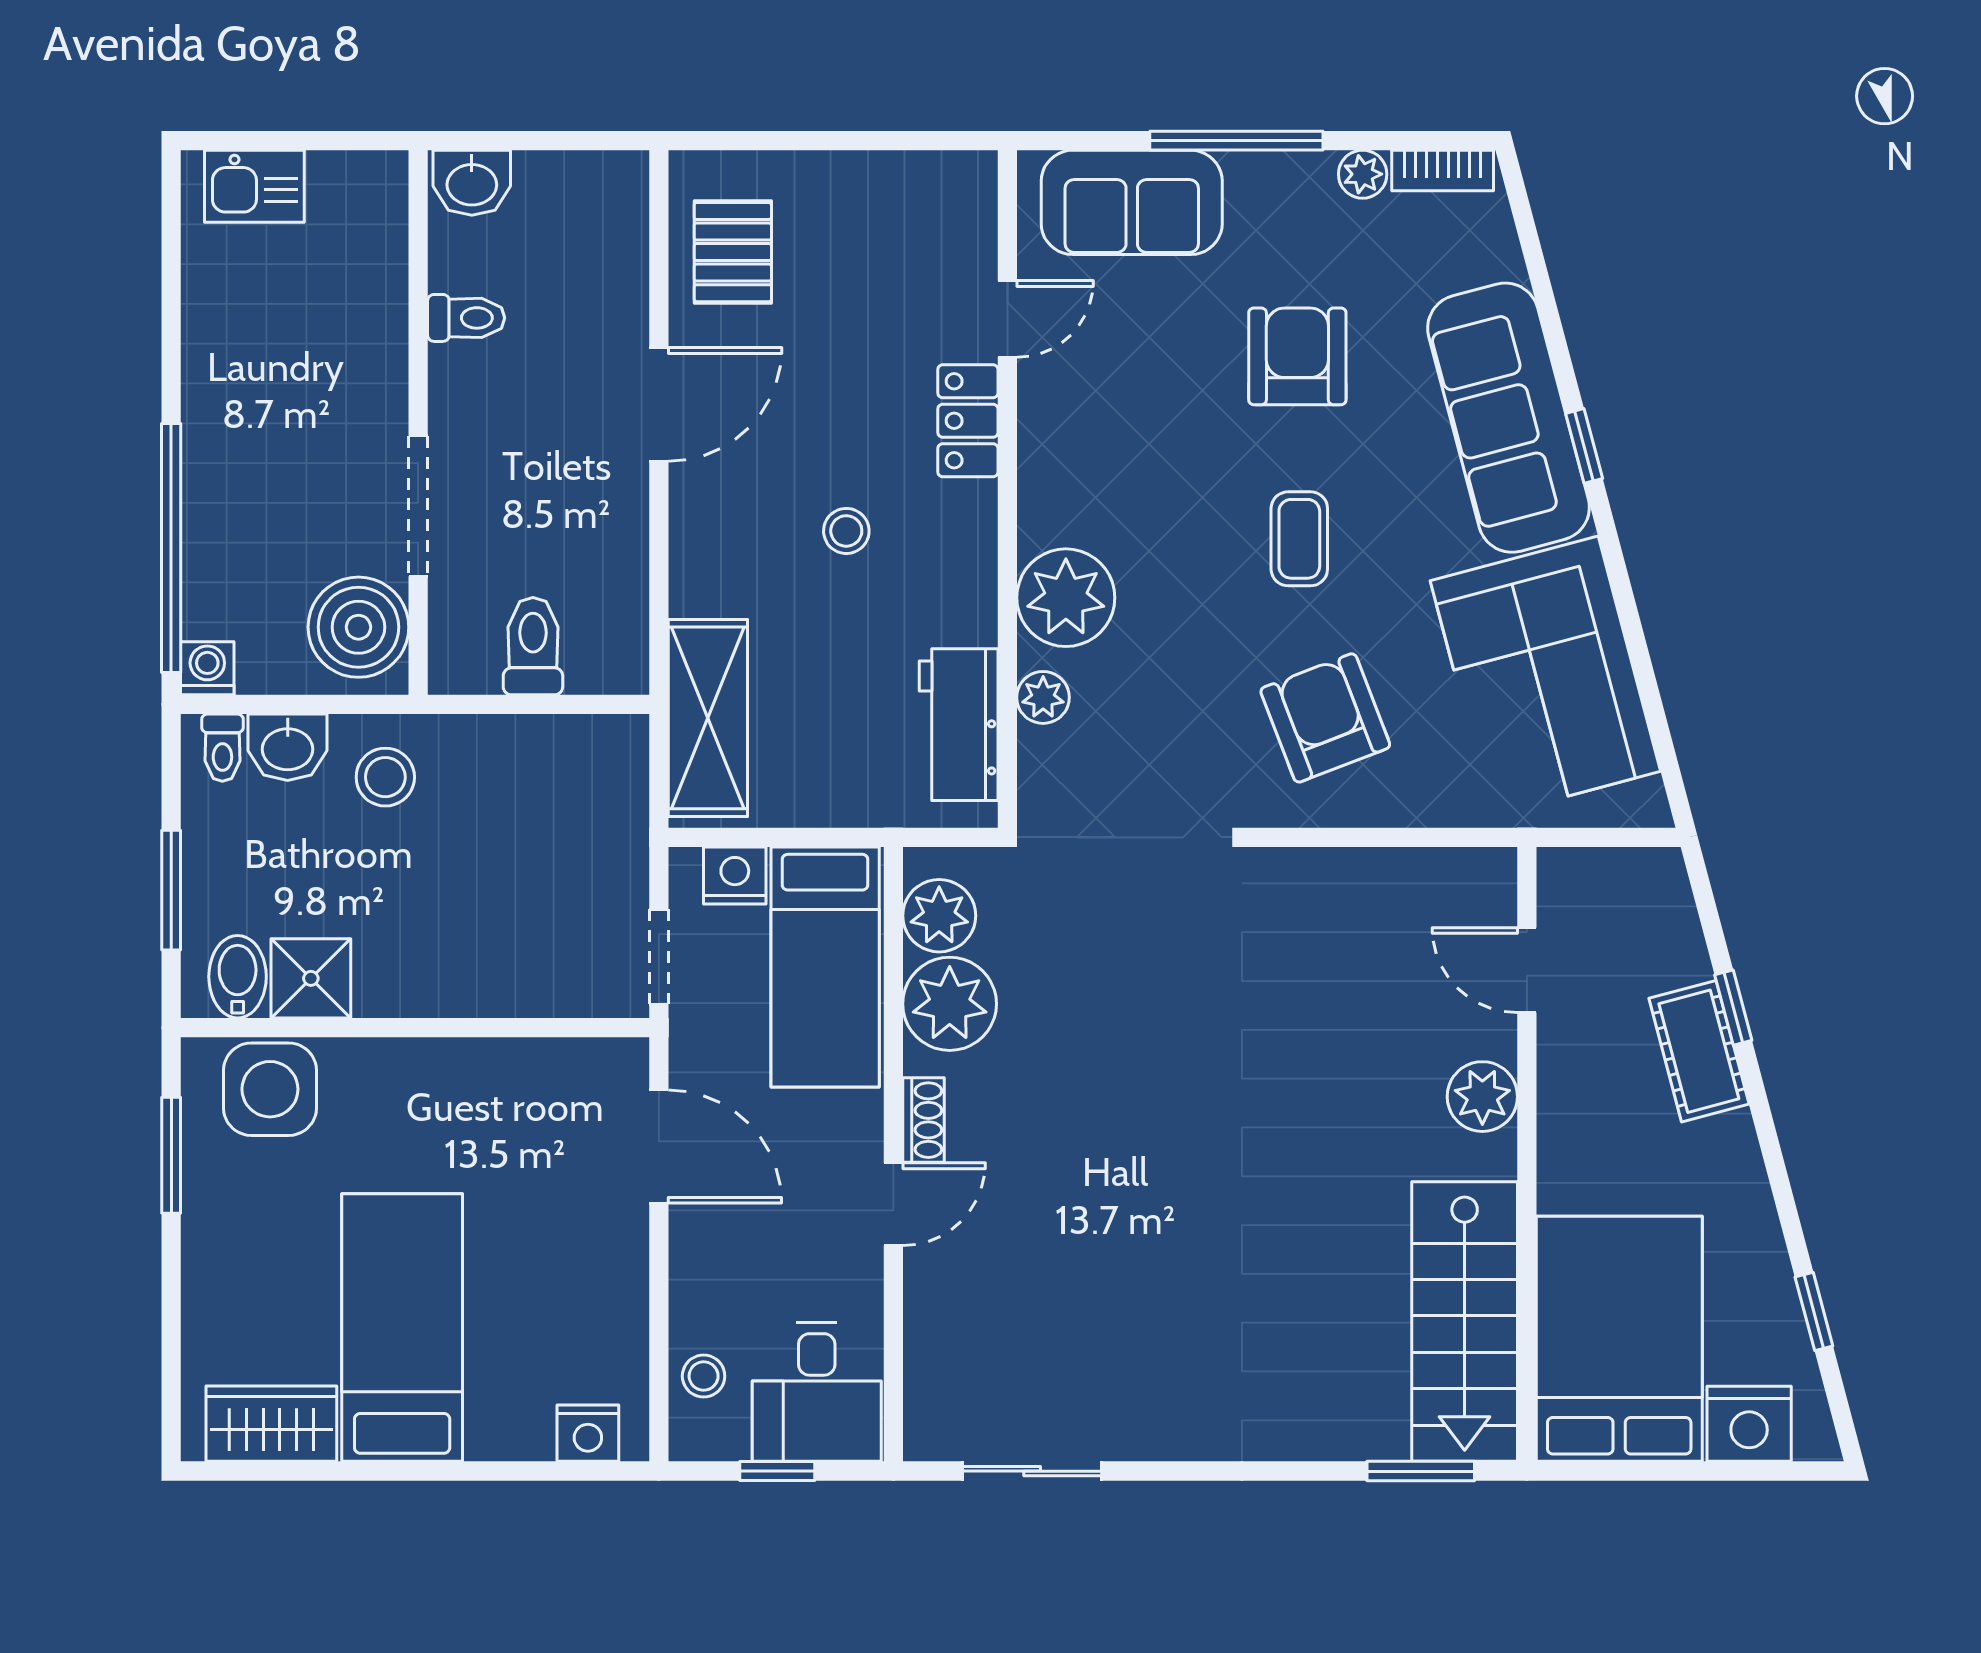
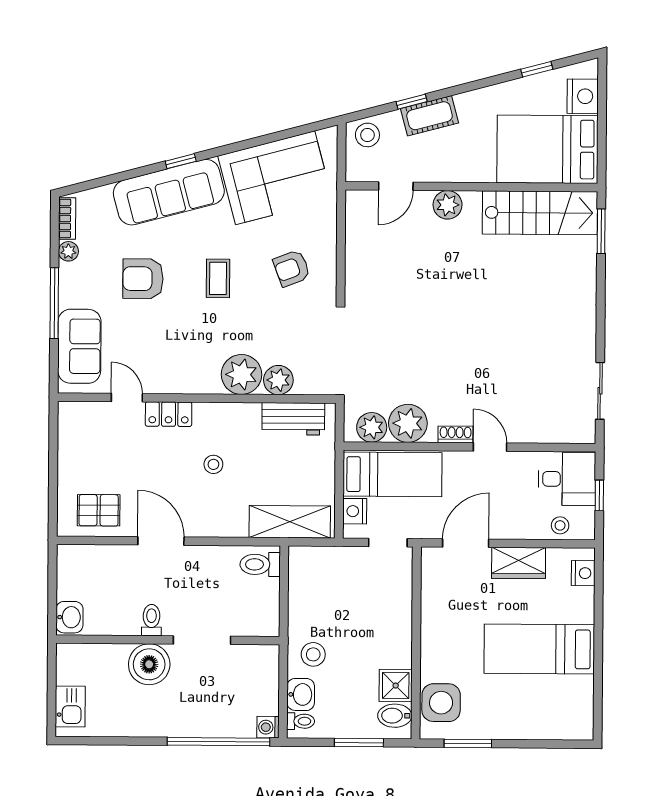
toilet: (466, 318) -> (151, 620), moved
coffee table: (1299, 539) -> (218, 278), turned 90
boiler: (358, 627) -> (149, 664), moved
toilet: (533, 646) -> (260, 564), moved
plant: (1043, 697) -> (278, 380), width x1.38, depth x1.38
armchair: (1325, 718) -> (292, 268), width x0.72, depth x0.72
stool: (1651, 900) -> (367, 135), added
wardrobe: (271, 1424) -> (519, 563), moved, turned -90

